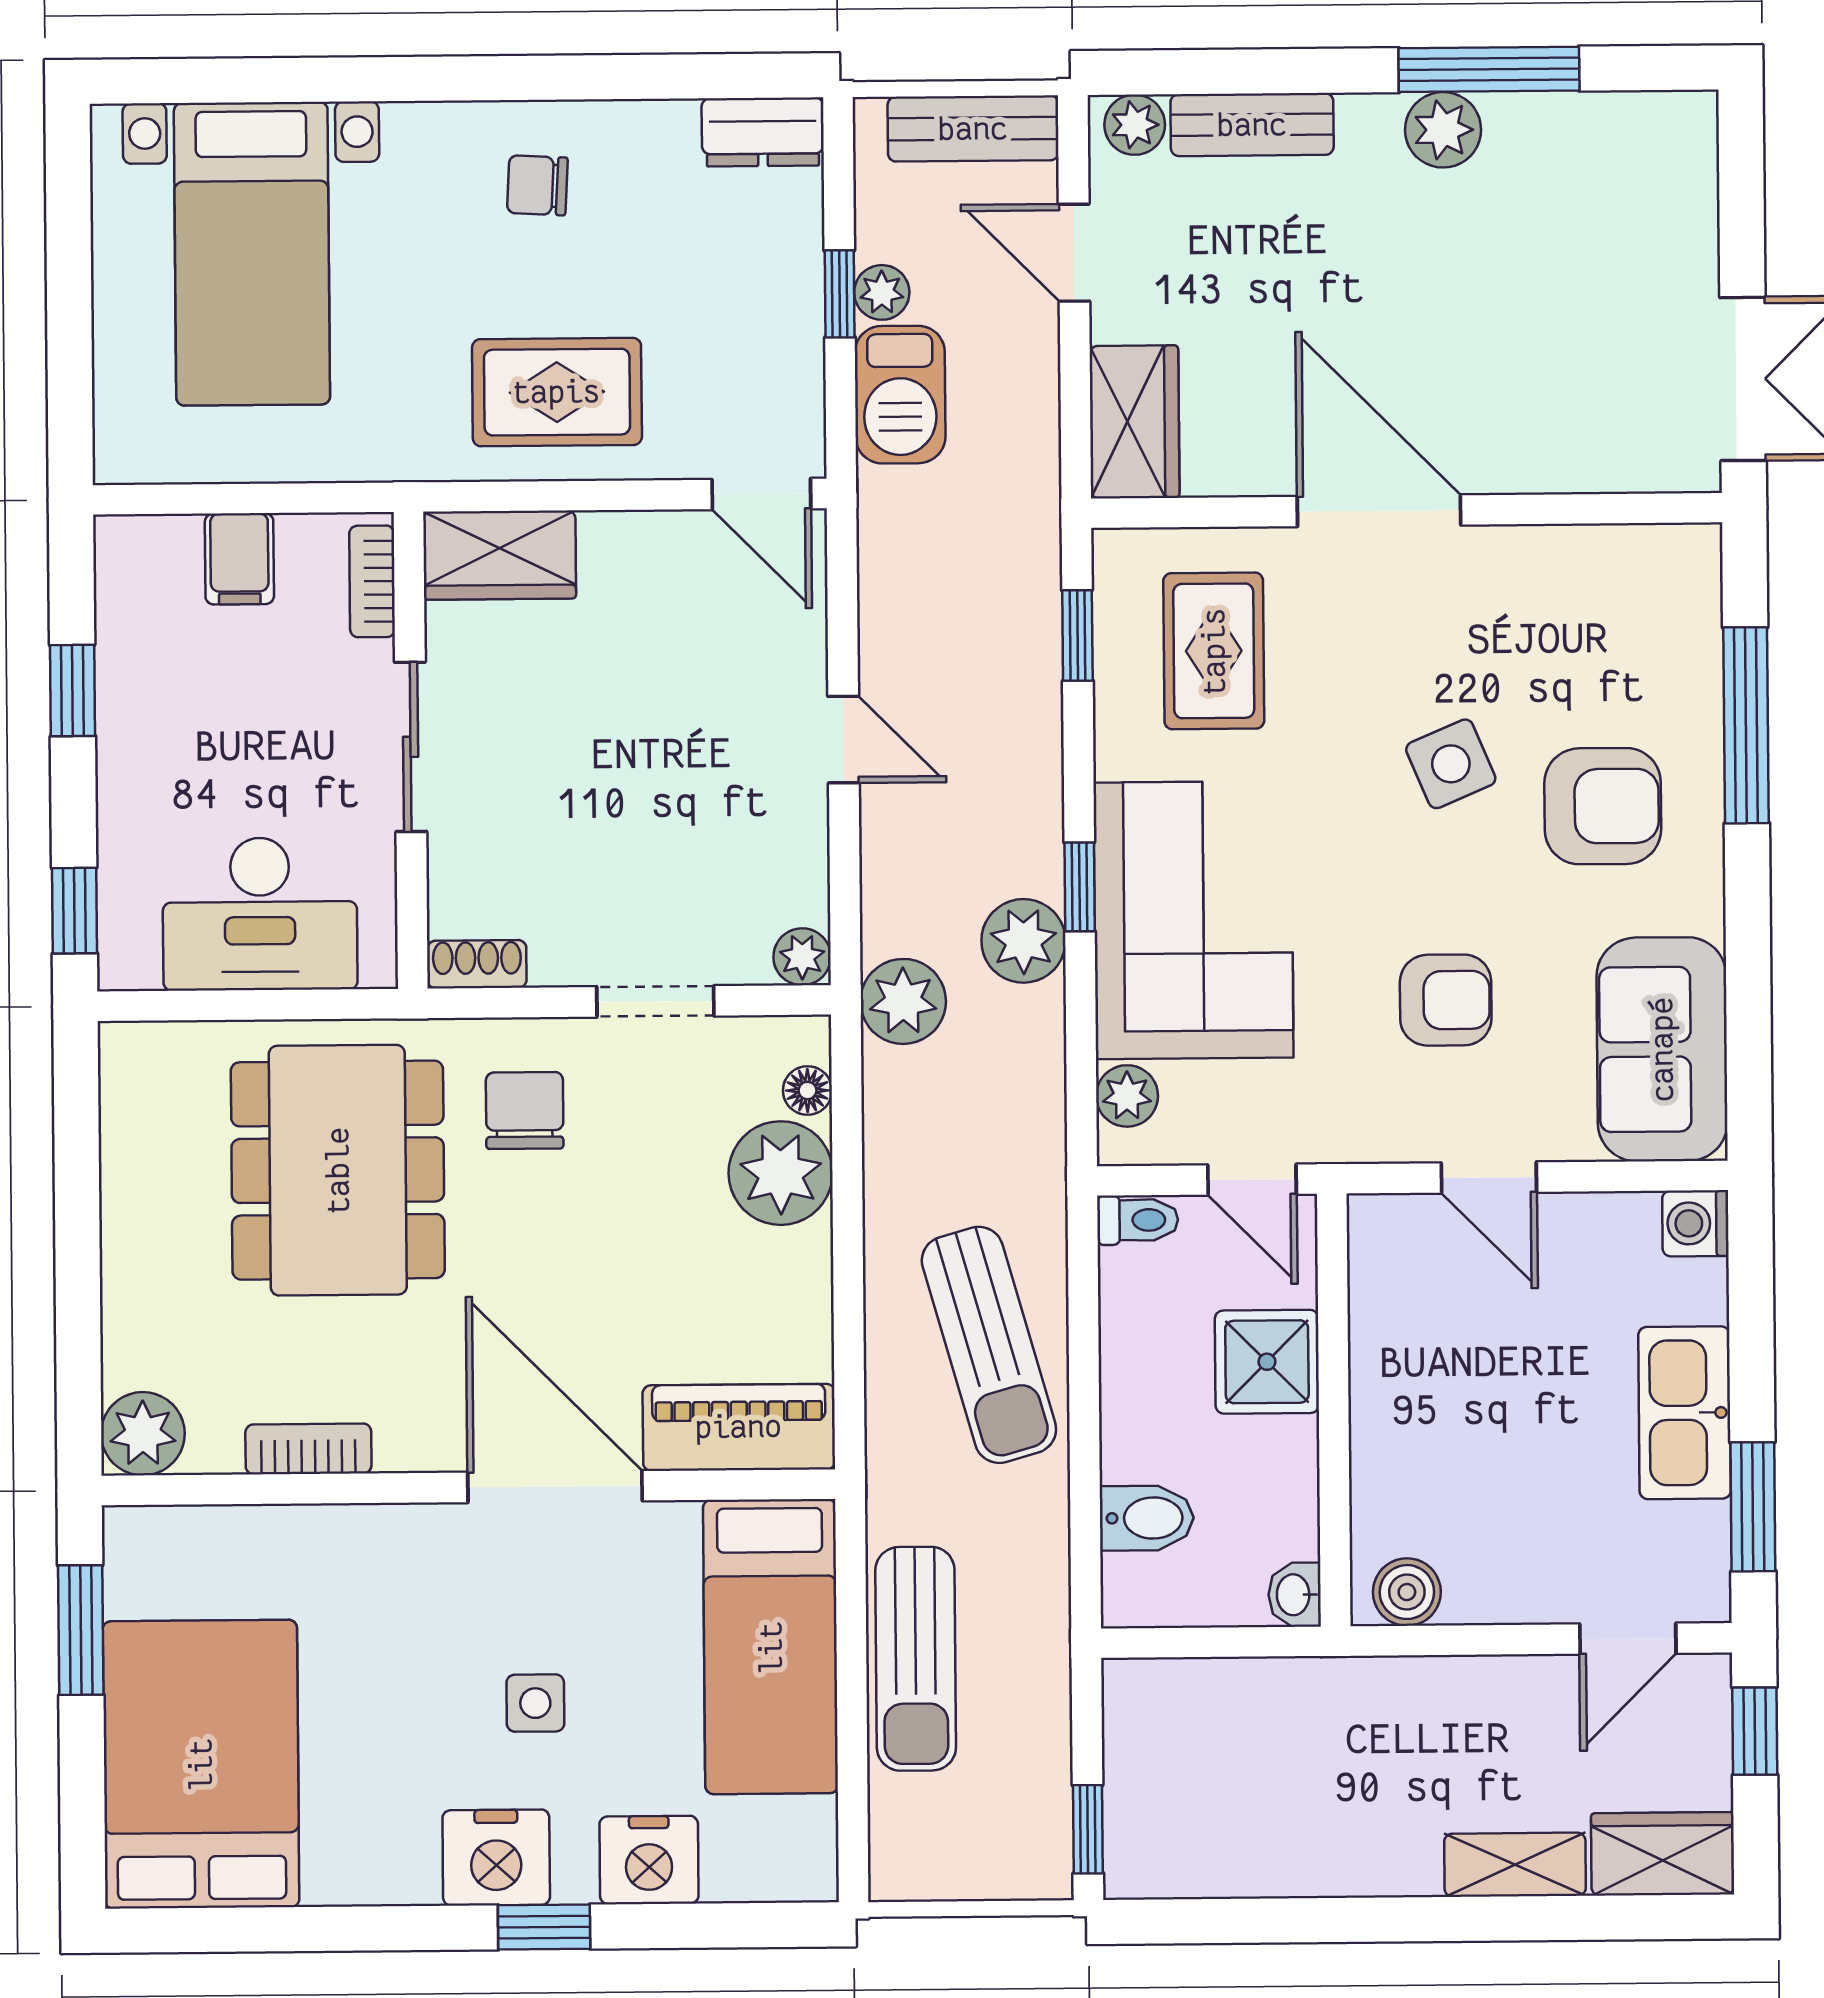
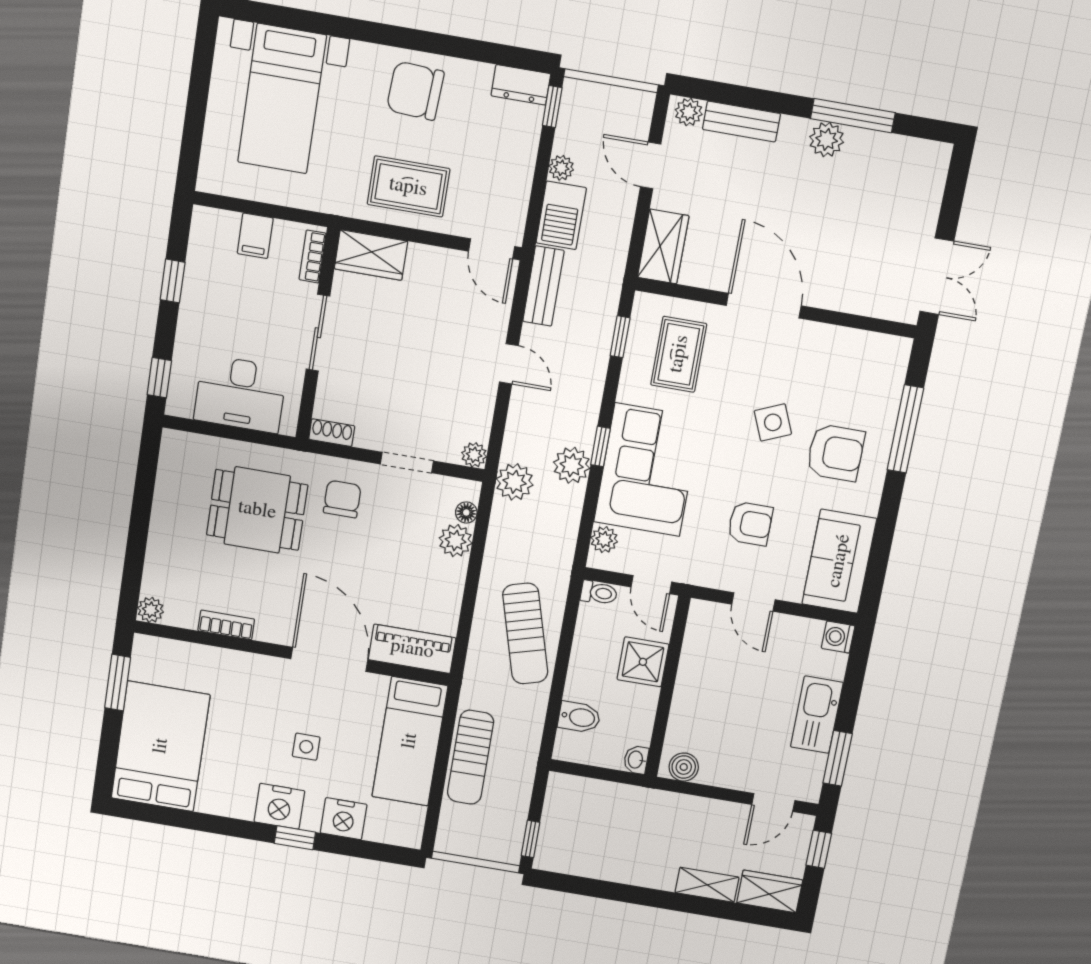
bench: (973, 129) -> (543, 286), moved, turned 90
chair: (537, 185) -> (415, 91), width x1.87, depth x1.87
window: (840, 294) -> (552, 107), moved
dining table: (338, 1170) -> (257, 510), width x0.73
plant: (781, 1173) -> (456, 541), width x0.73, depth x0.73
plant: (143, 1434) -> (151, 610), width x0.73, depth x0.73

